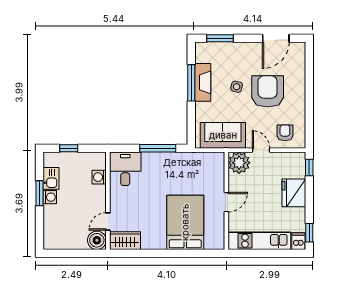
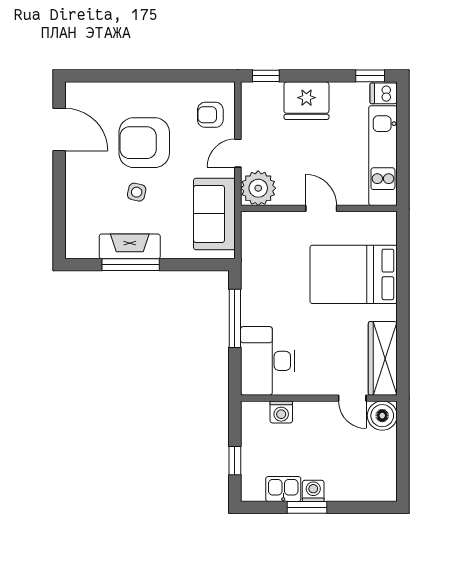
window: (220, 38) -> (59, 219), removed
desk: (125, 169) -> (268, 361), width x1.37
wardrobe: (125, 241) -> (383, 358), width x1.50

